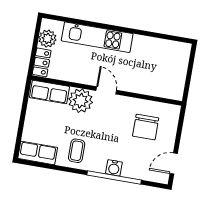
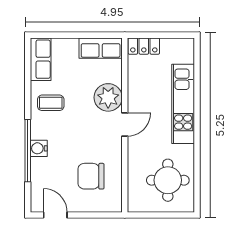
plant: (47, 39) -> (172, 48), removed
round table: (160, 62) -> (168, 180), added
row of seats: (49, 92) -> (101, 48), moved, turned -90

